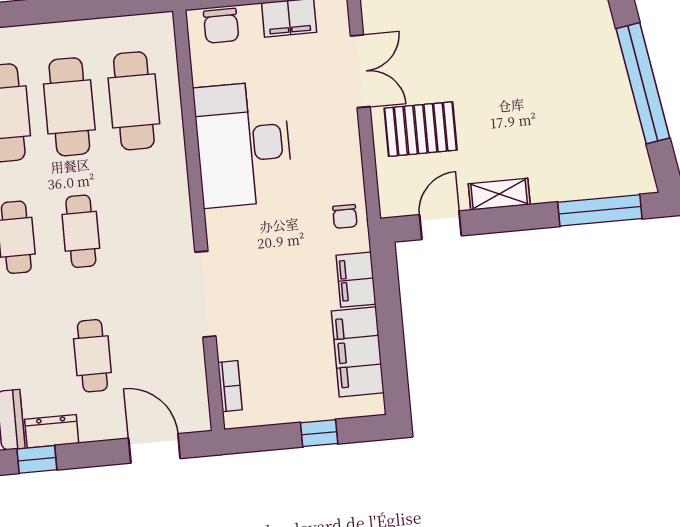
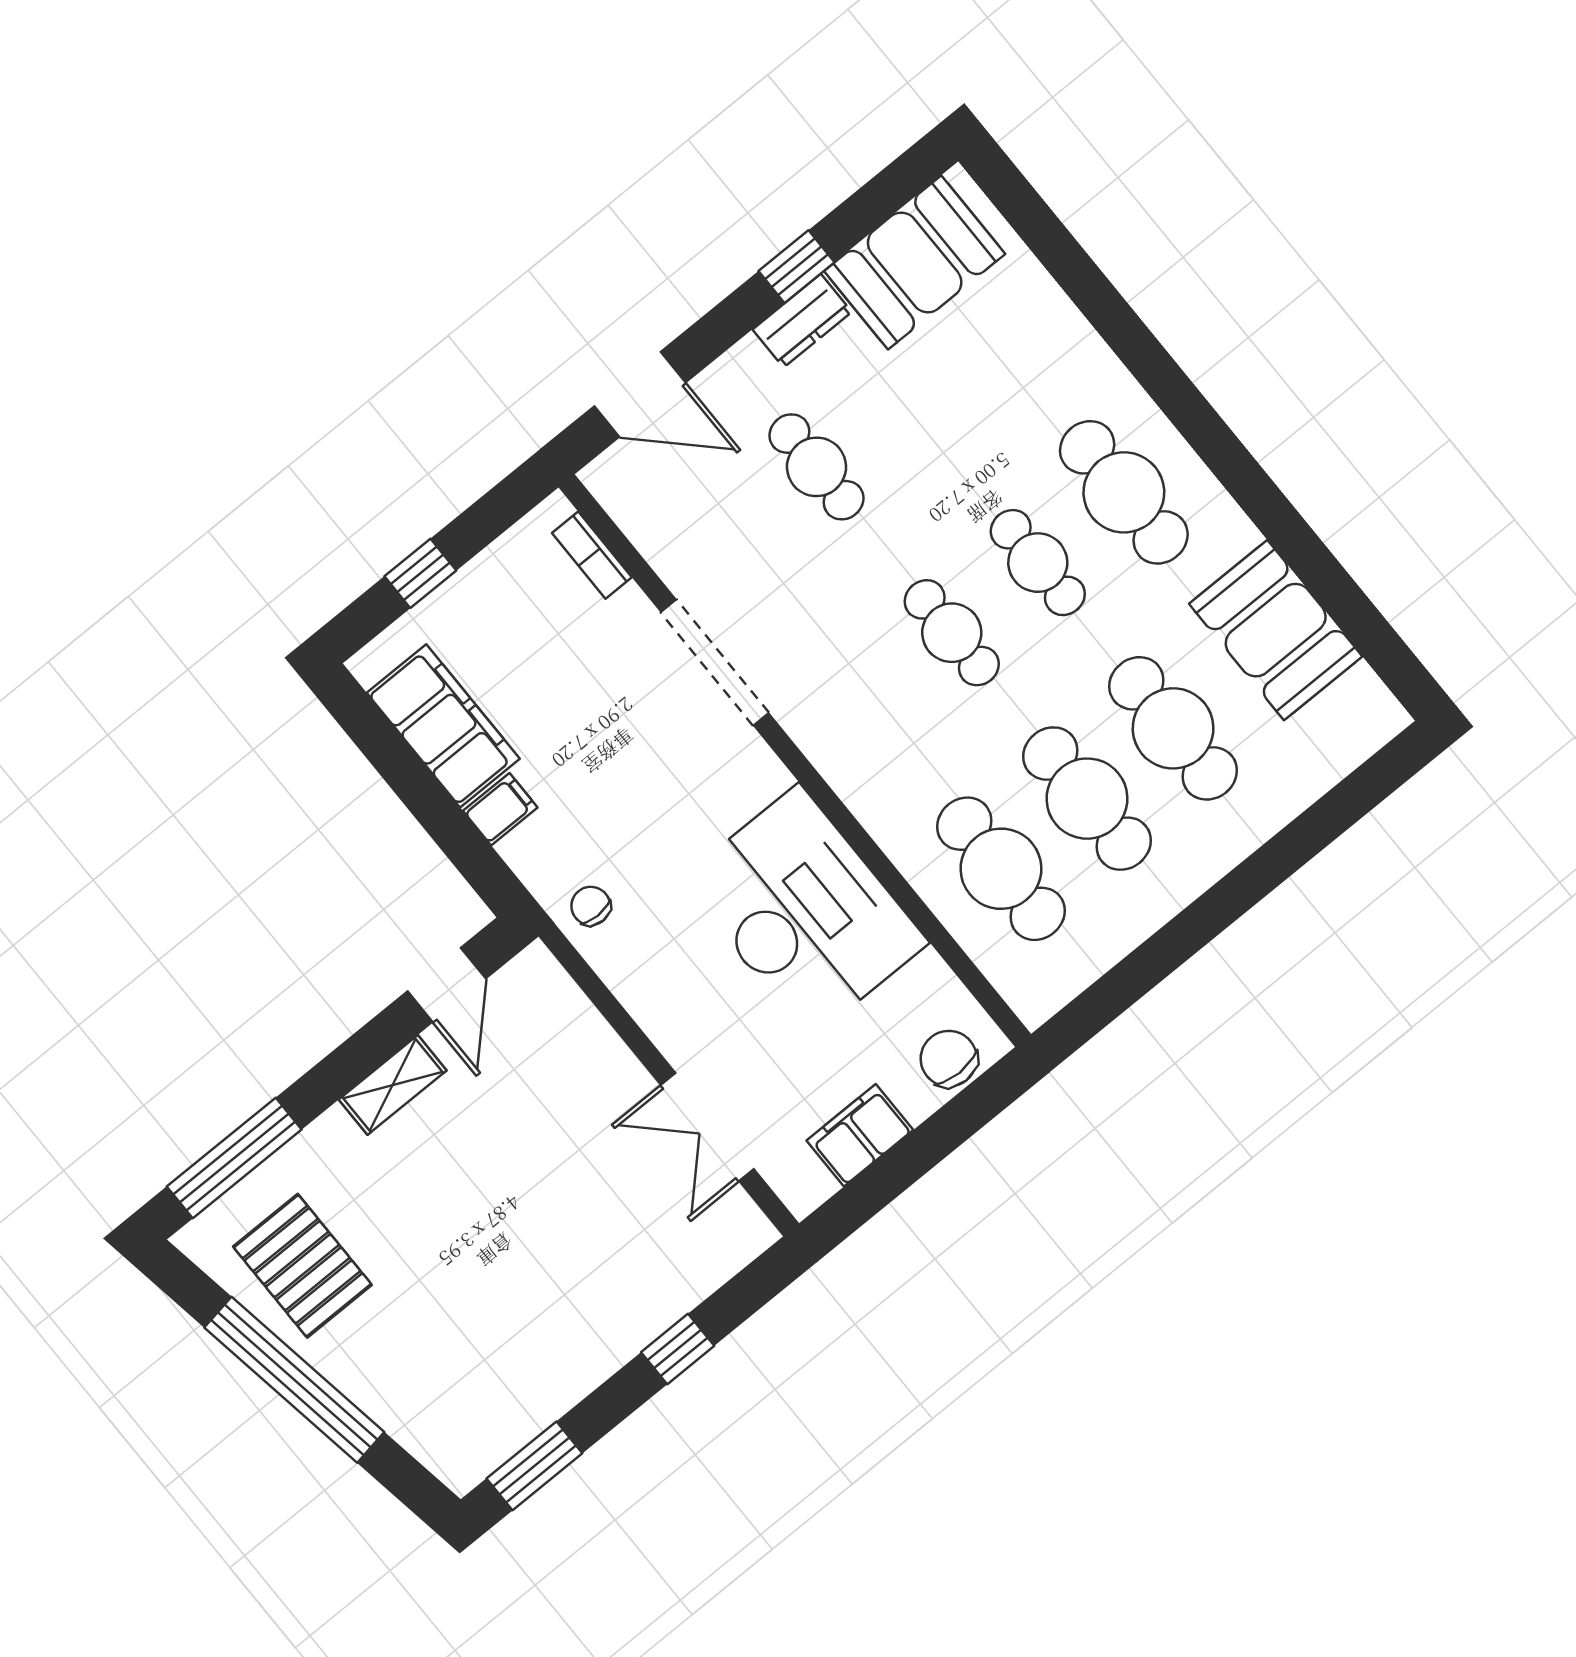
pallet: (421, 129) -> (302, 1266), moved, turned 90
filing cabinet: (356, 280) -> (500, 809), width x0.50

